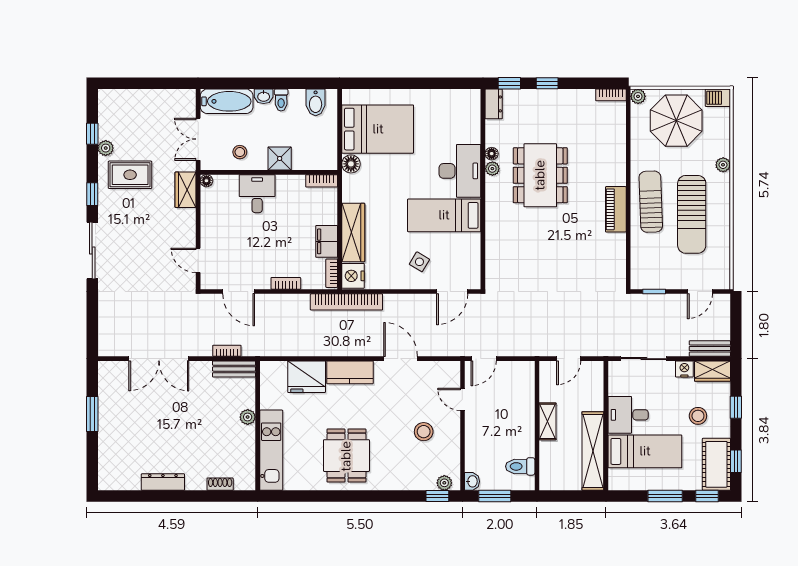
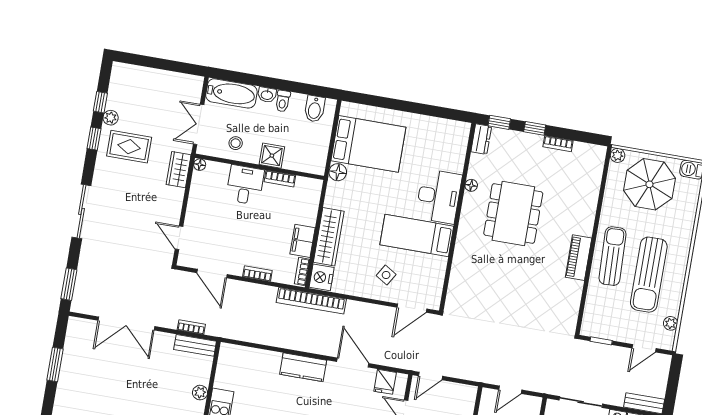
bookcase: (611, 95) -> (558, 144), moved
plant: (723, 165) -> (671, 323), moved
plant: (492, 169) -> (469, 199), removed
bookcase: (322, 181) -> (280, 179), moved
window: (92, 194) -> (94, 139), moved
window: (92, 328) -> (69, 284), added
fridge: (307, 377) -> (385, 382), moved, width x0.53, depth x0.75

